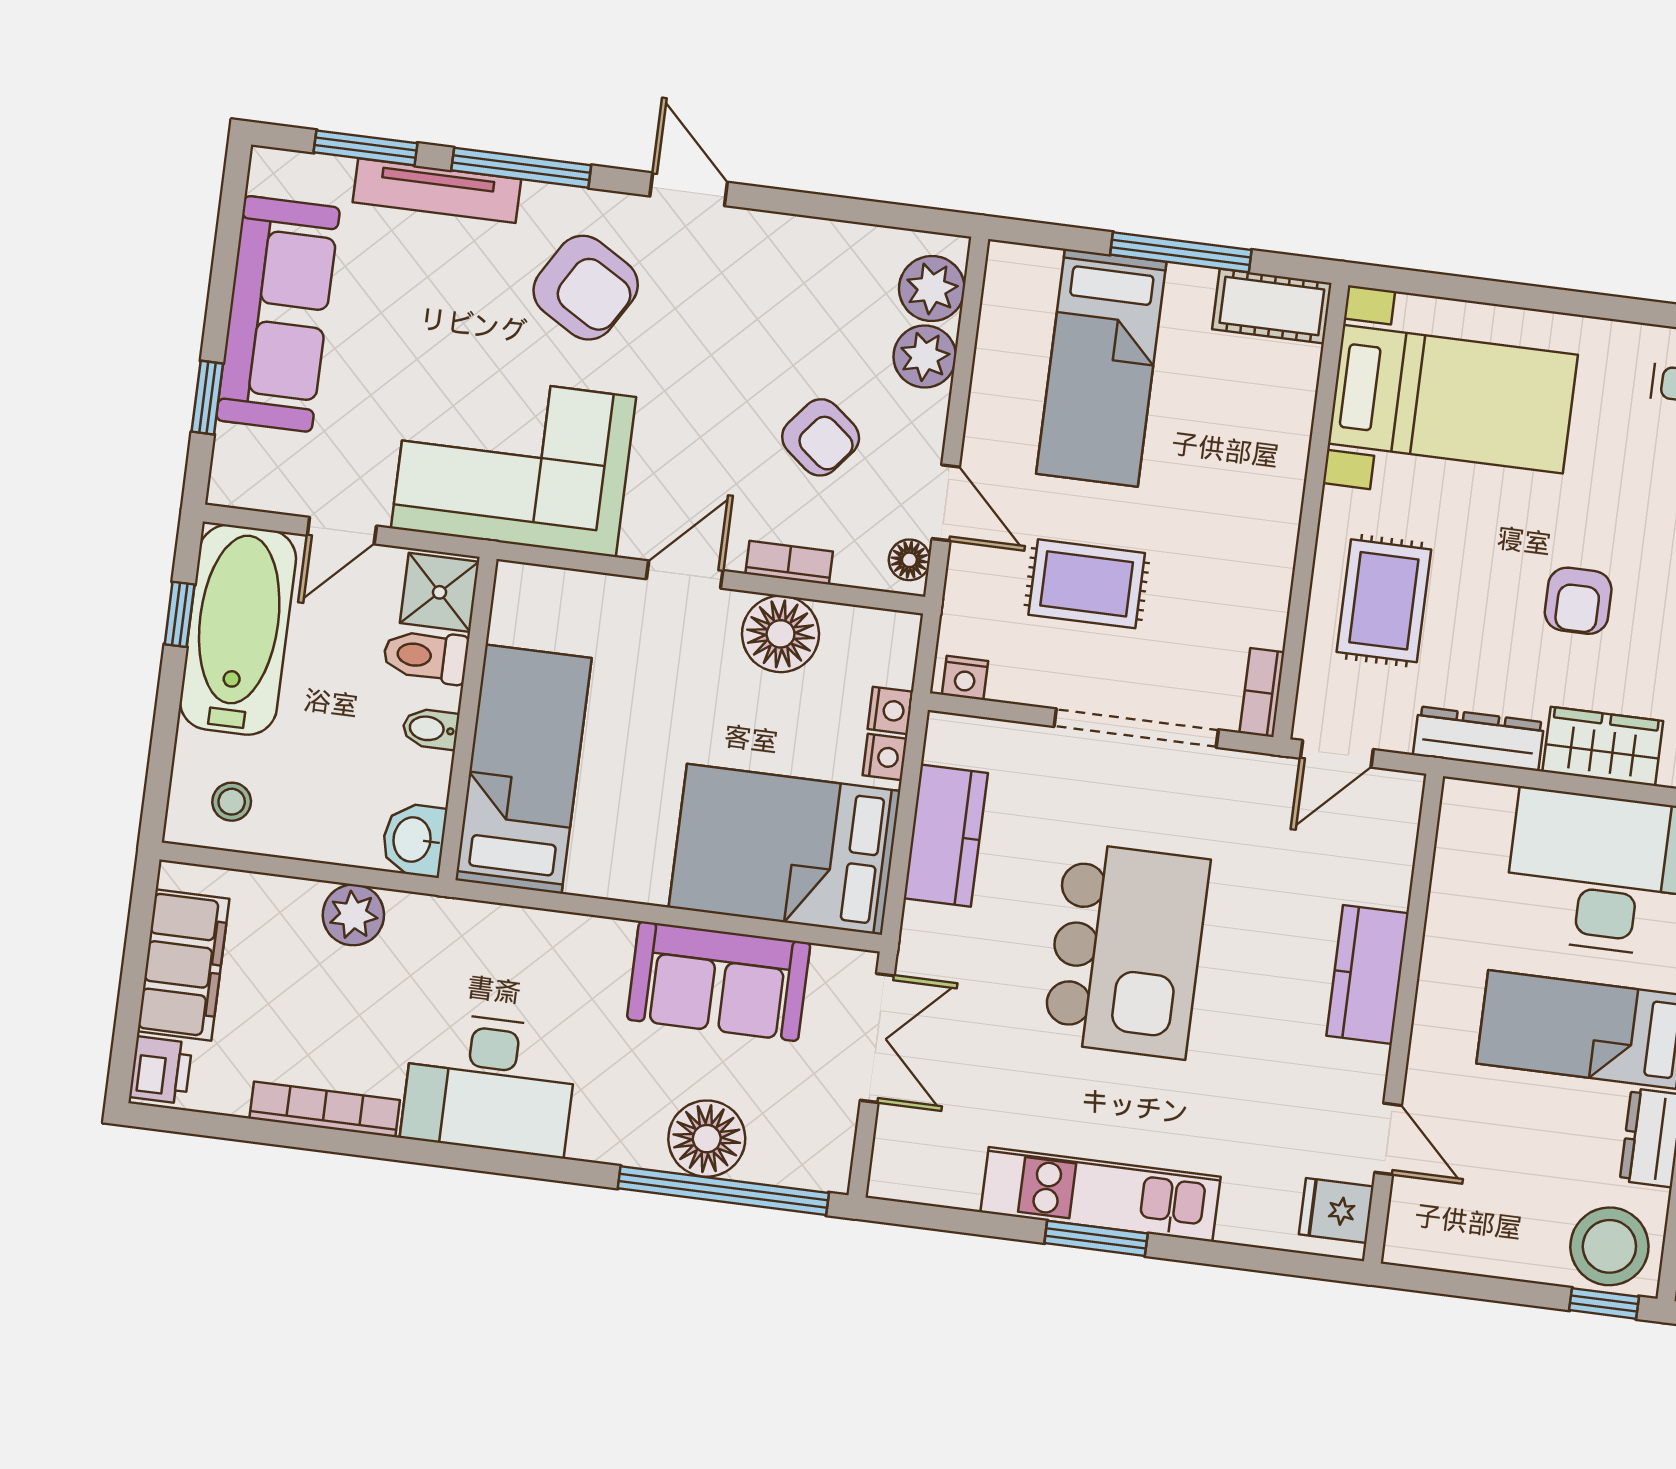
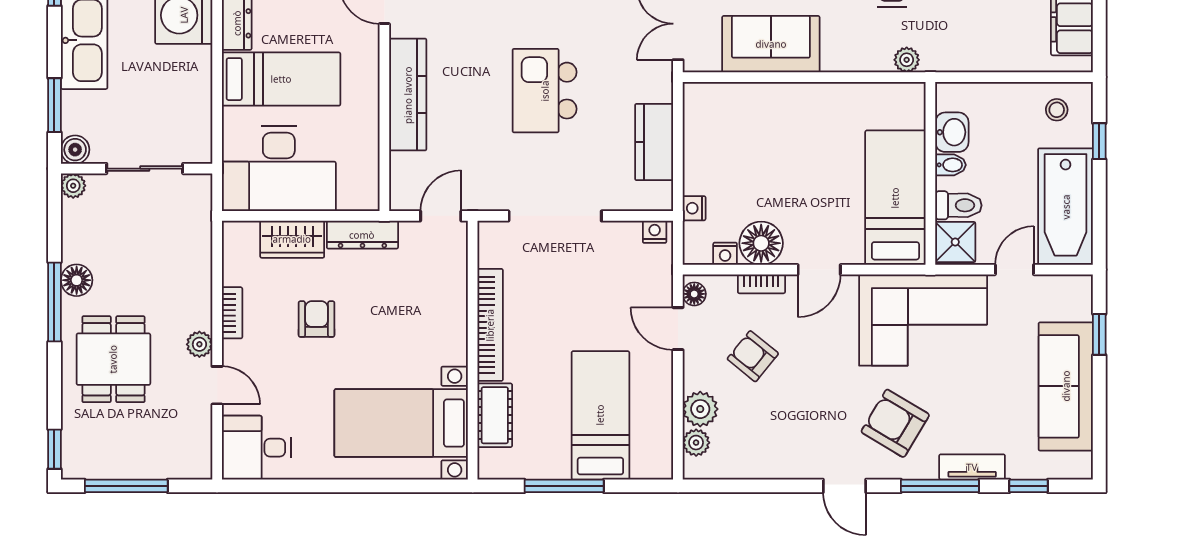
window: (365, 148) -> (1029, 486), width x0.67
tv unit: (437, 191) -> (972, 467), width x0.71
plant: (932, 289) -> (696, 443), width x0.73, depth x0.73
cot: (1272, 306) -> (495, 415), moved, turned 90
rug: (1087, 584) -> (593, 293), removed
rug: (1384, 601) -> (425, 305), removed
window: (180, 614) -> (1099, 141), moved
bookcase: (1262, 693) -> (490, 325), moved, width x2.31, depth x1.31
nightstand: (885, 757) -> (725, 254), moved, turned -90
bed: (524, 769) -> (895, 198), moved, turned 180
washbasin: (414, 840) -> (952, 132), moved
bed: (785, 849) -> (743, 123), removed
plant: (353, 915) -> (907, 60), moved, width x0.73, depth x0.73
kitchen island: (1126, 951) -> (545, 91), width x0.73, depth x0.78
kitchen counter: (1367, 974) -> (408, 95), width x1.50

